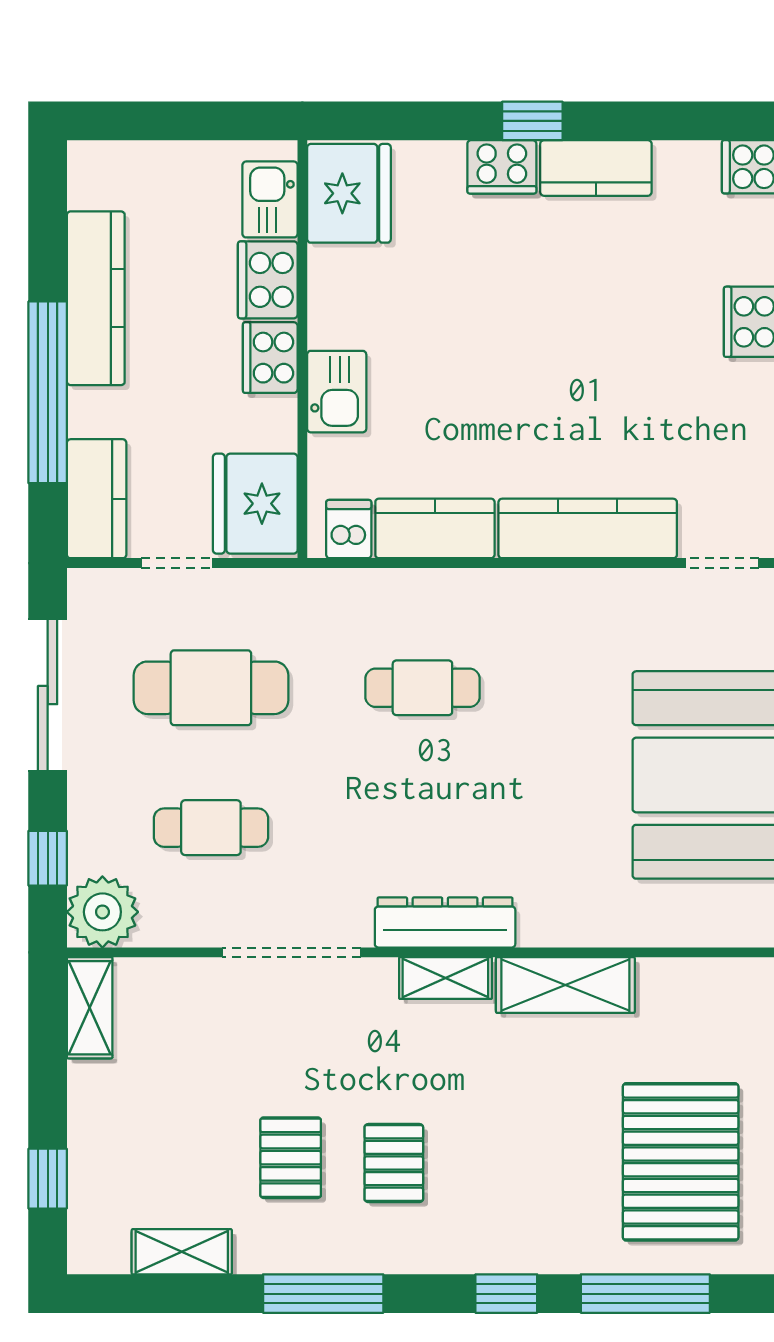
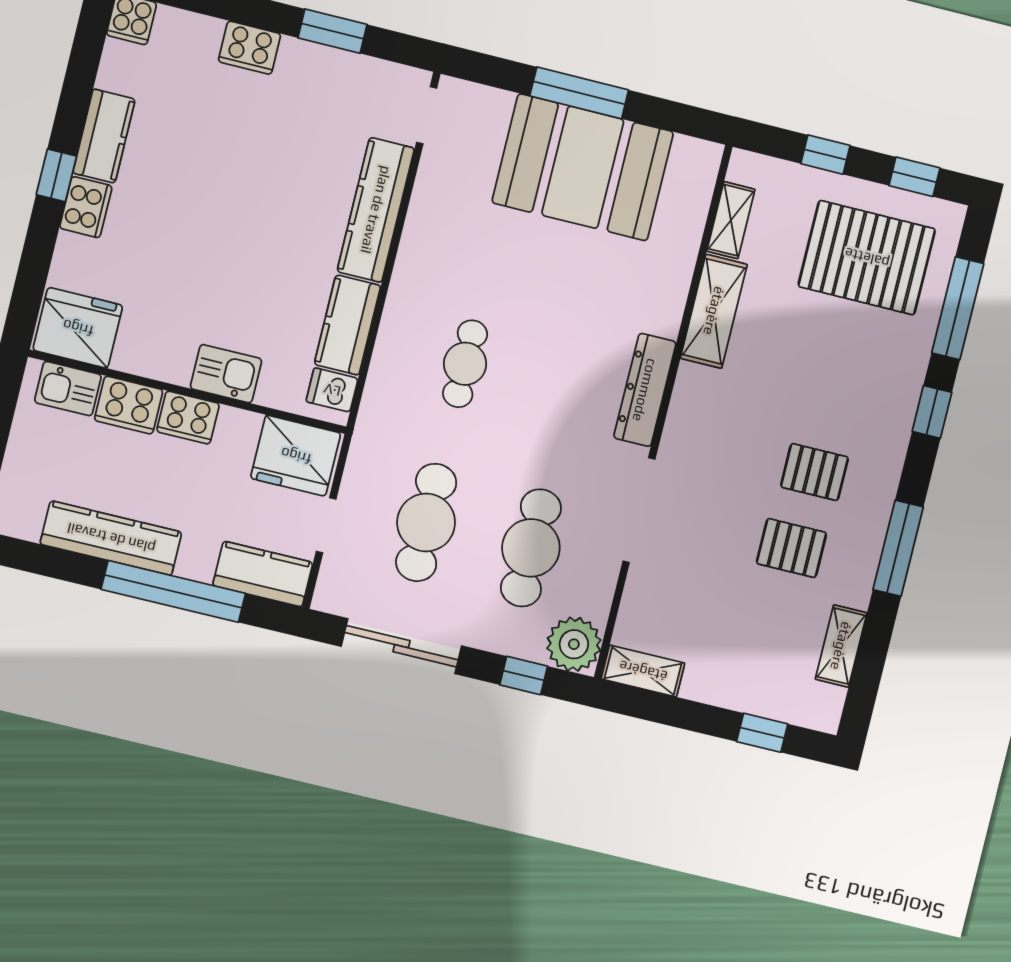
cafe table: (211, 828) -> (531, 548), width x1.37, depth x1.35
shelving: (445, 978) -> (731, 220), moved

